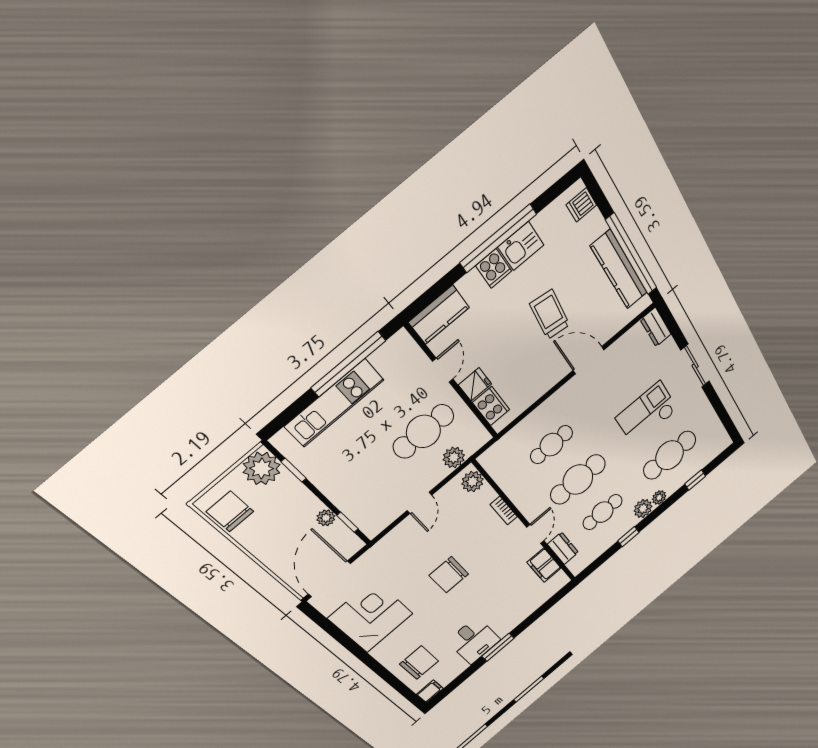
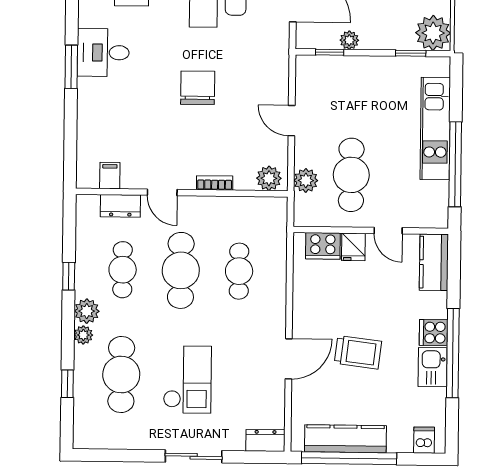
filing cabinet: (544, 565) -> (110, 176), width x0.50

